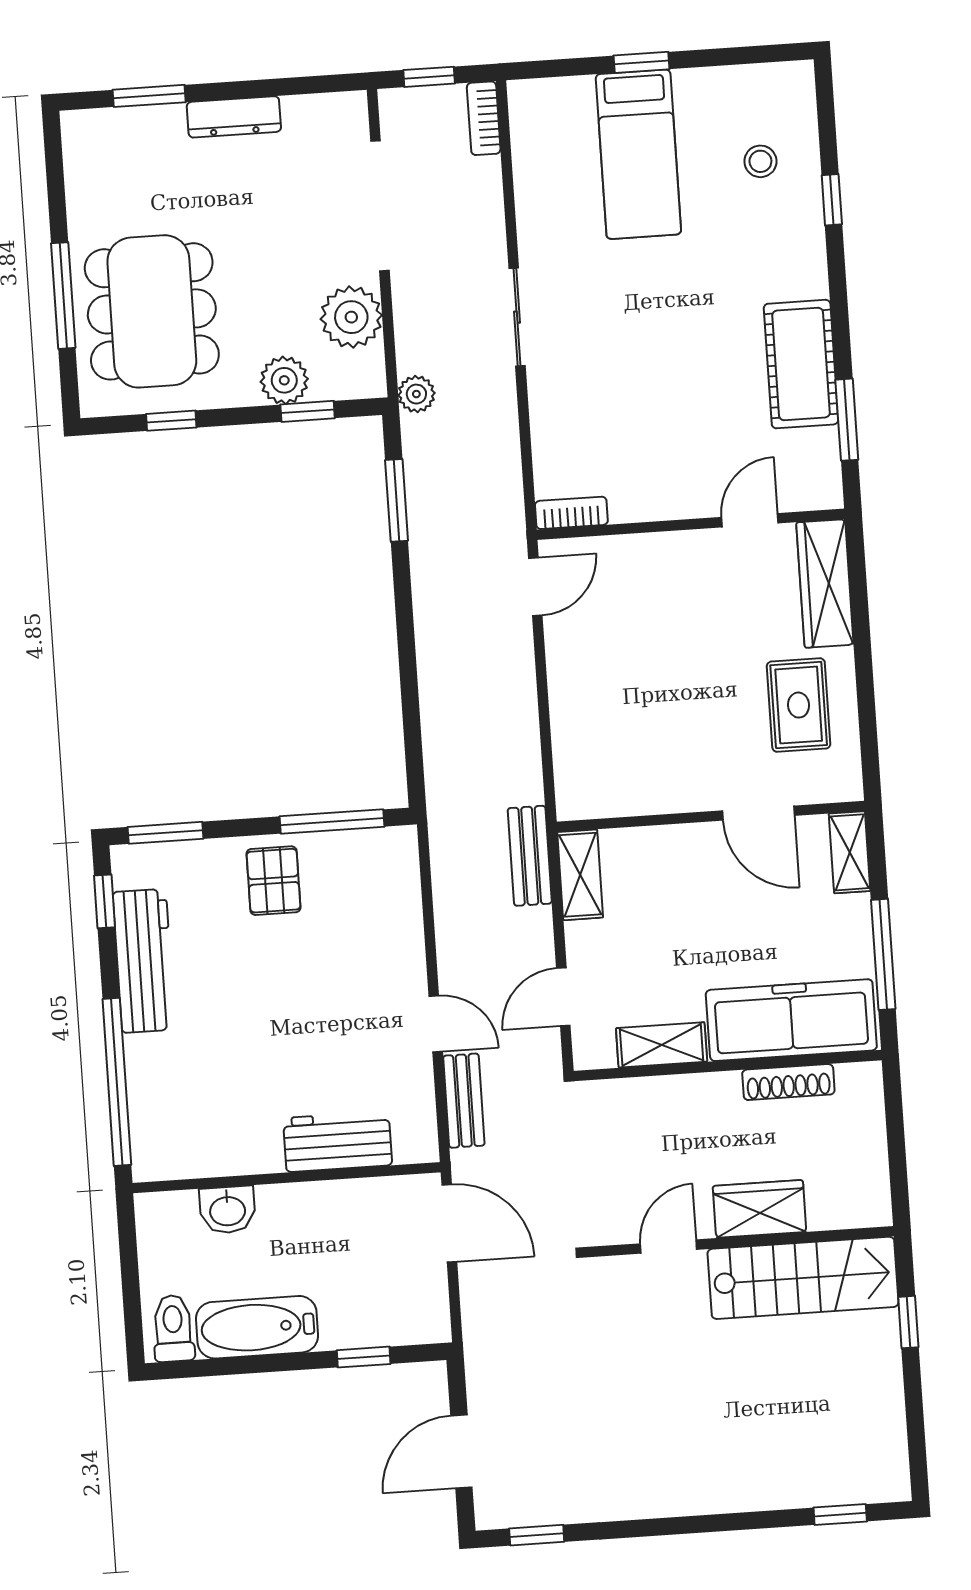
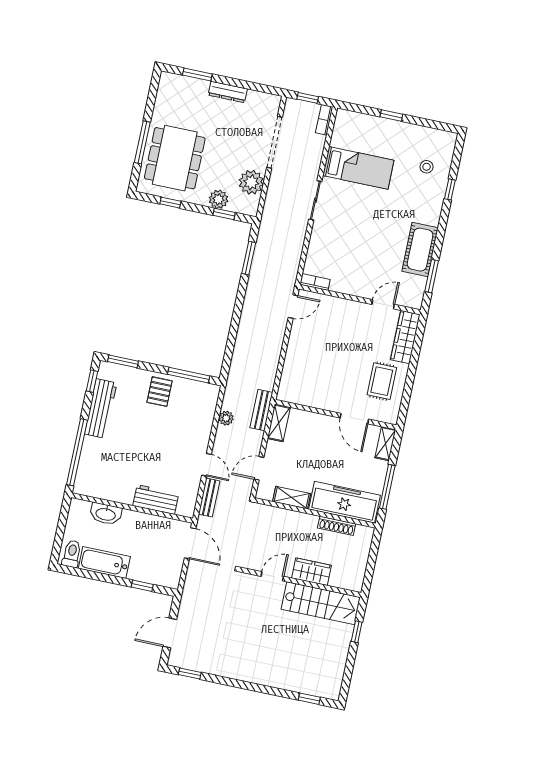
bed: (638, 154) -> (358, 168), moved, turned -90
plant: (416, 394) -> (226, 418), moved
washbasin: (227, 1210) -> (106, 514), width x1.38

